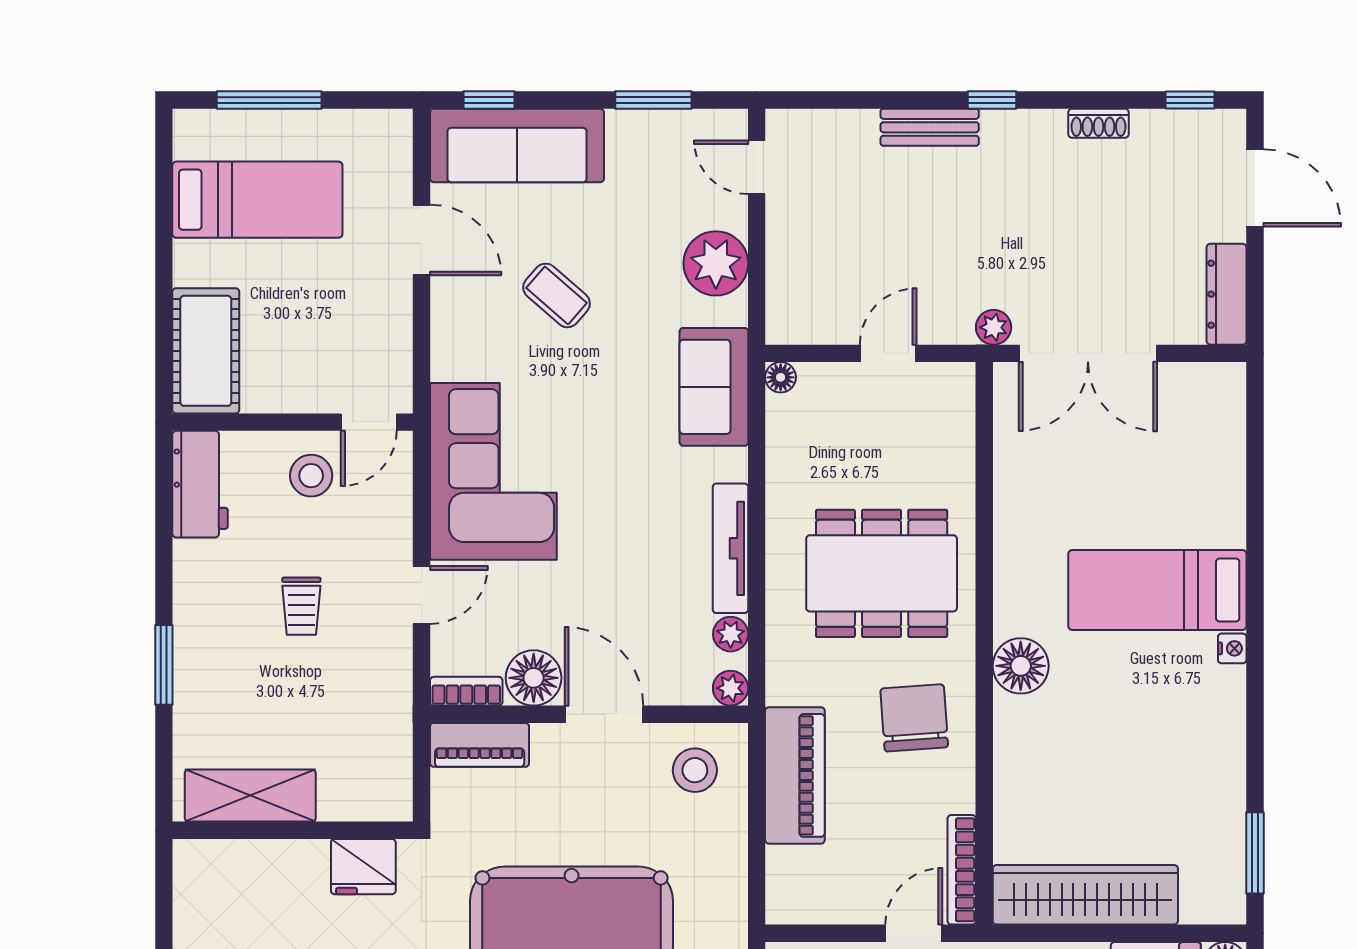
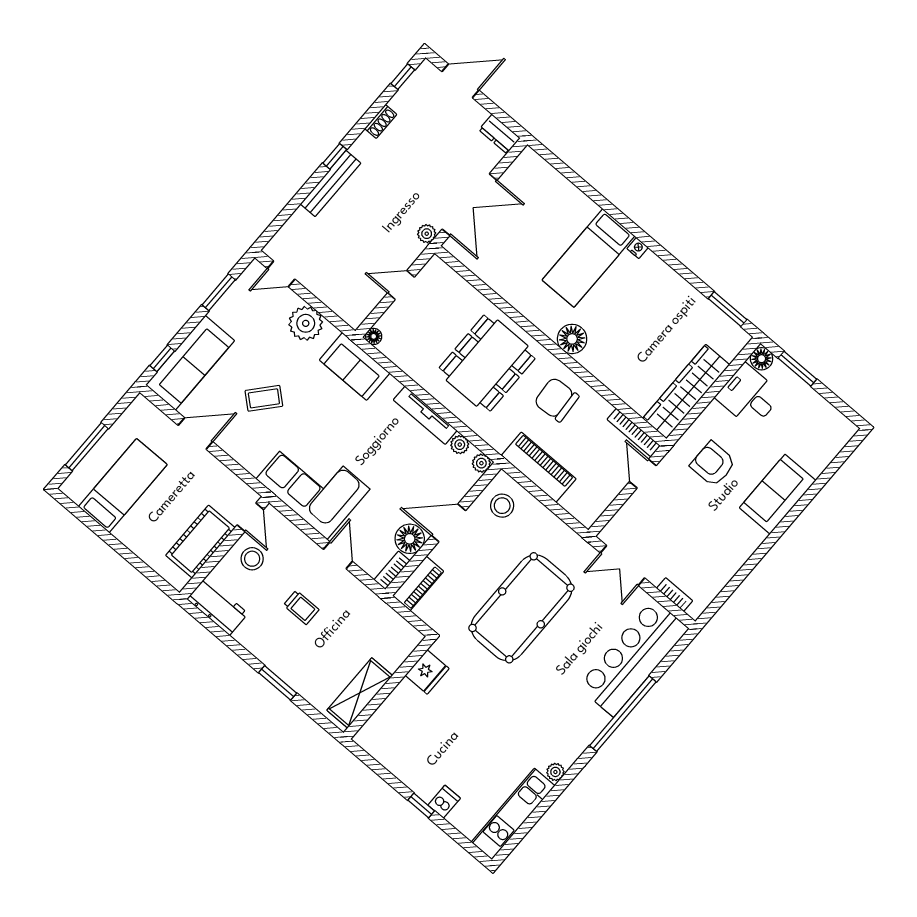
bench: (930, 127) -> (331, 184), width x1.36
dresser: (1227, 294) -> (500, 134), width x0.70
cot: (206, 351) -> (200, 542), moved, turned 90
door: (888, 353) -> (401, 285), hinge flipped

